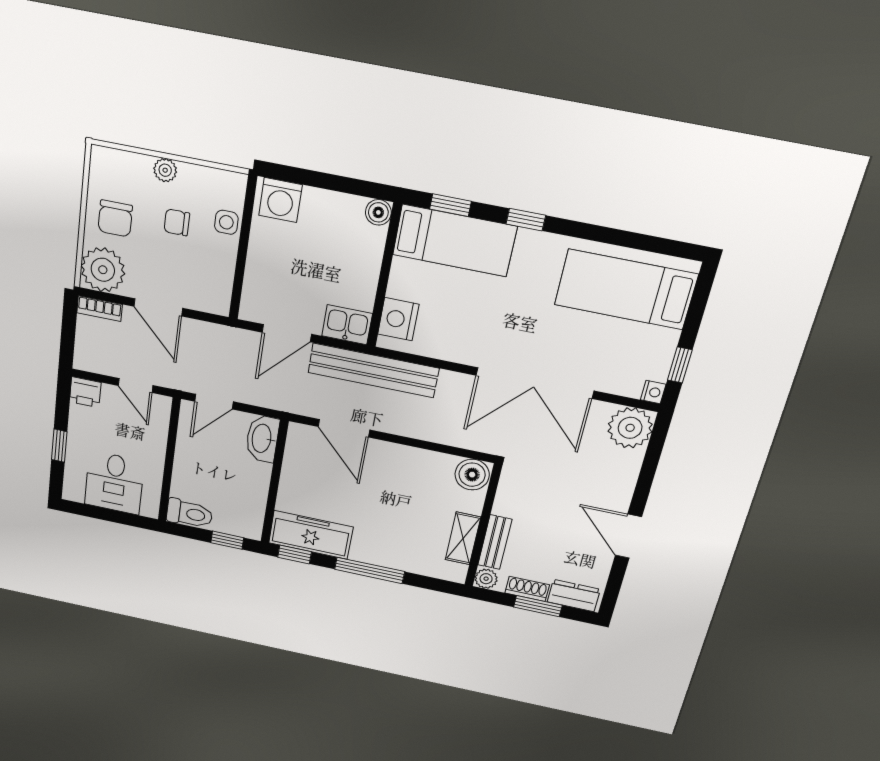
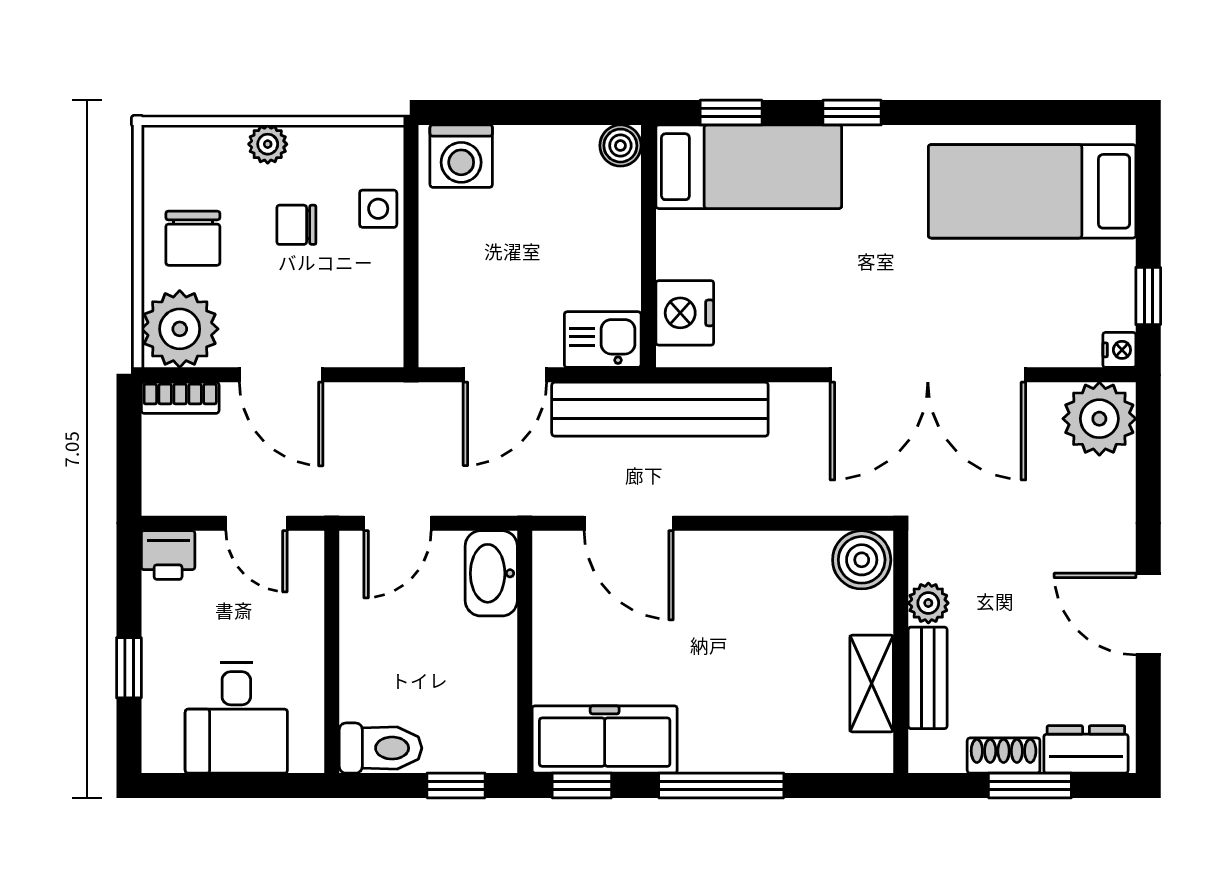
plant: (486, 579) -> (928, 603), moved

